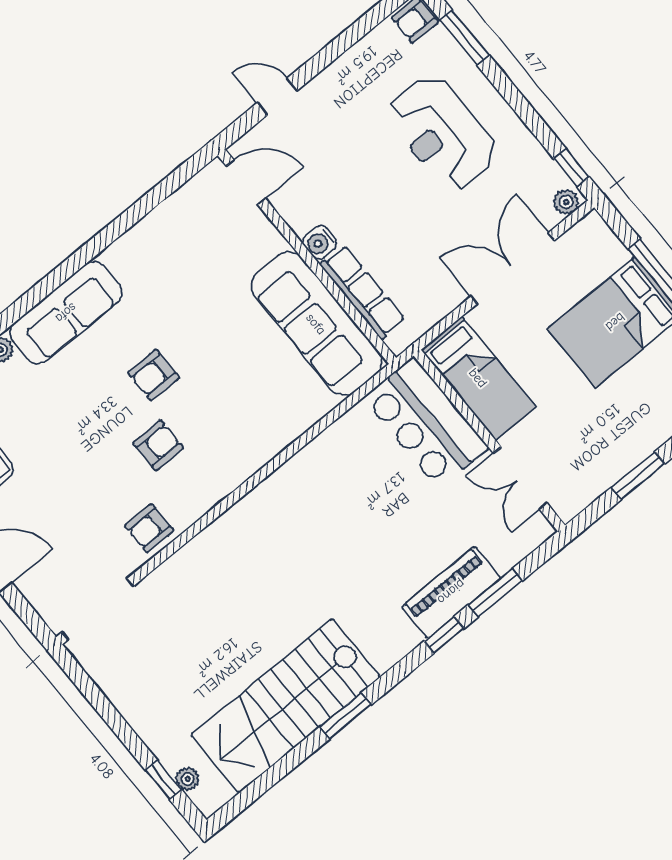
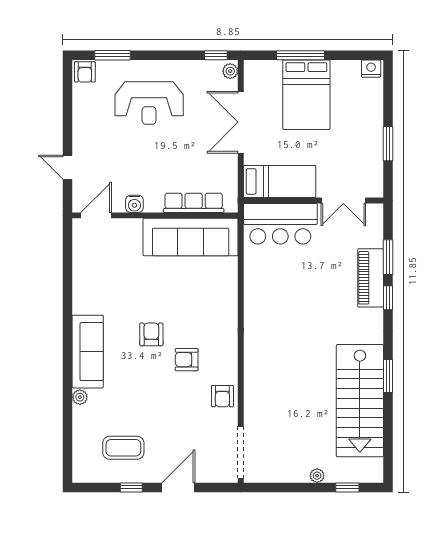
door: (277, 97) -> (68, 167), hinge flipped
water cooler: (320, 242) -> (134, 204), moved
armchair: (154, 375) -> (151, 334), turned 180
armchair: (158, 445) -> (187, 360), turned -90
plant: (188, 779) -> (317, 476), moved

